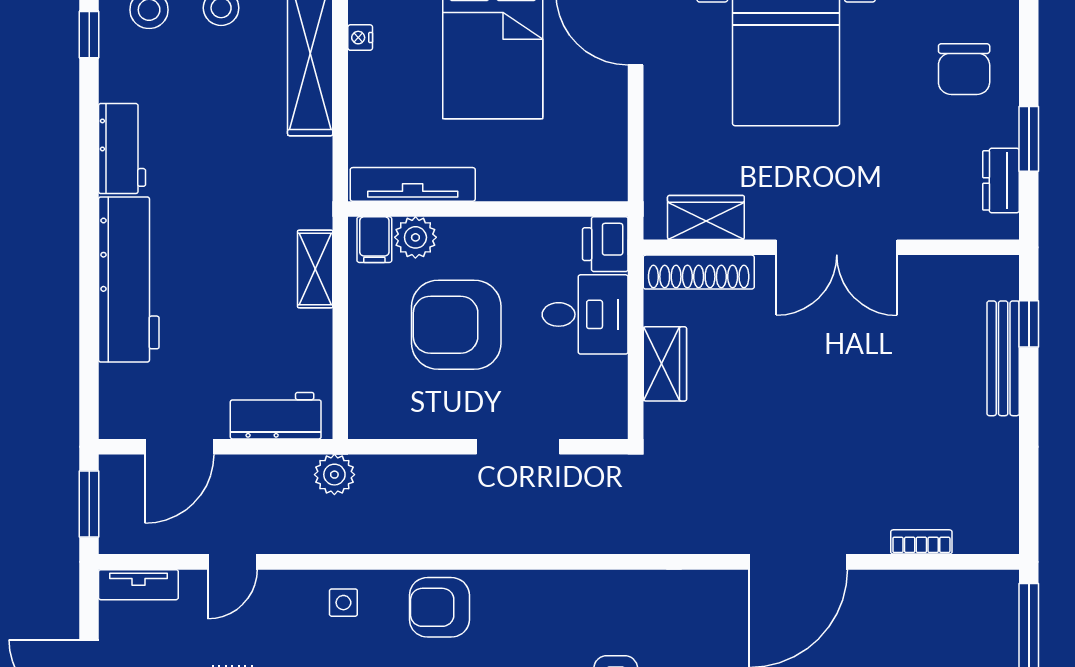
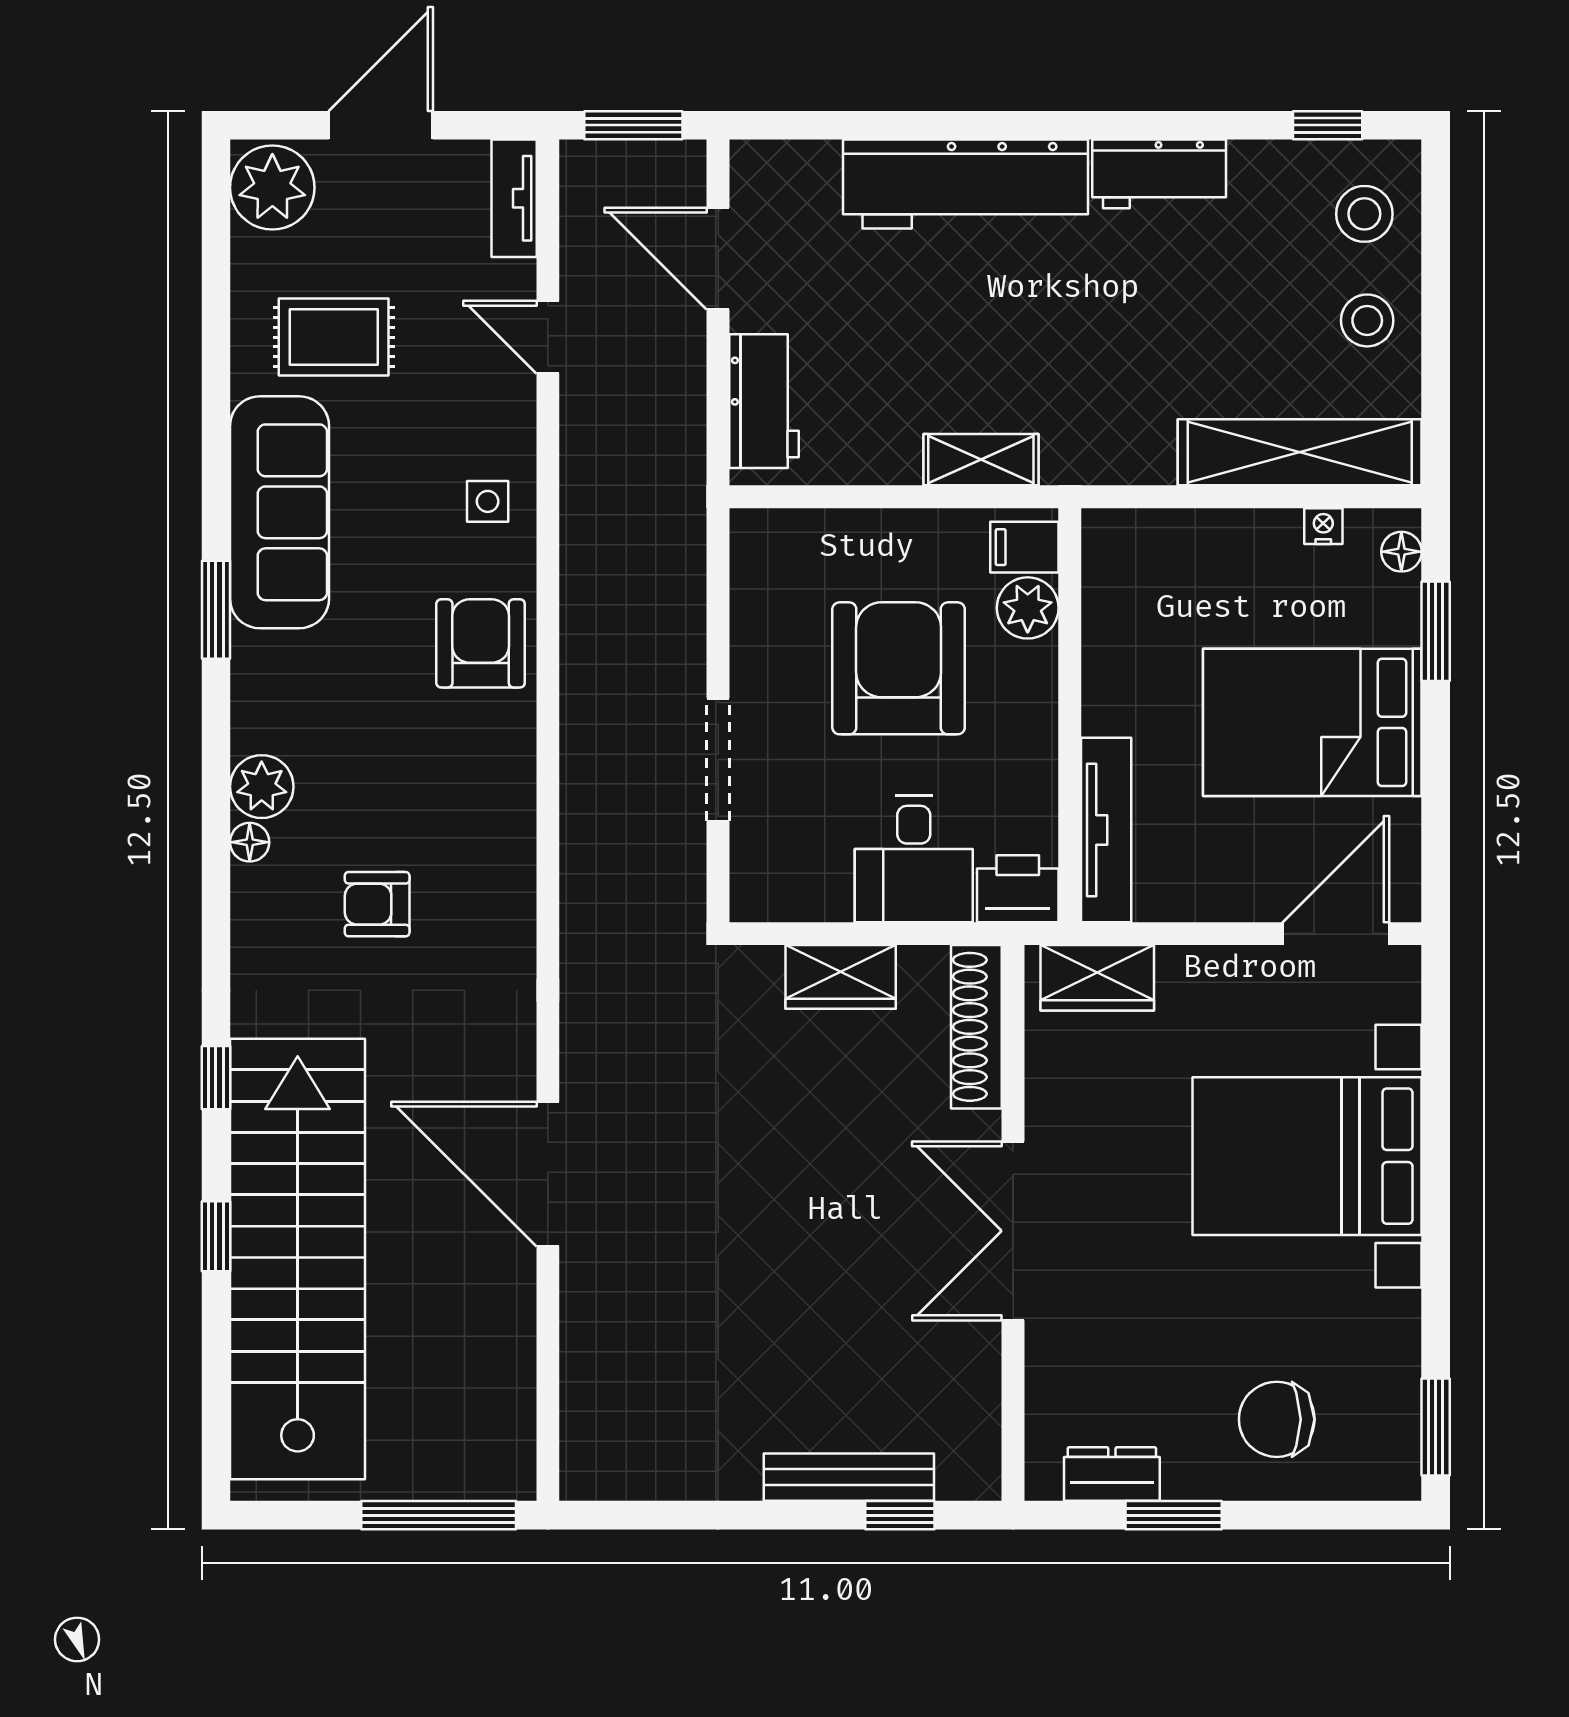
tv unit: (413, 184) -> (1106, 830), moved
wardrobe: (706, 217) -> (1097, 978), moved, turned 90
plant: (334, 475) -> (677, 488), removed
bookcase: (921, 542) -> (577, 1356), removed

